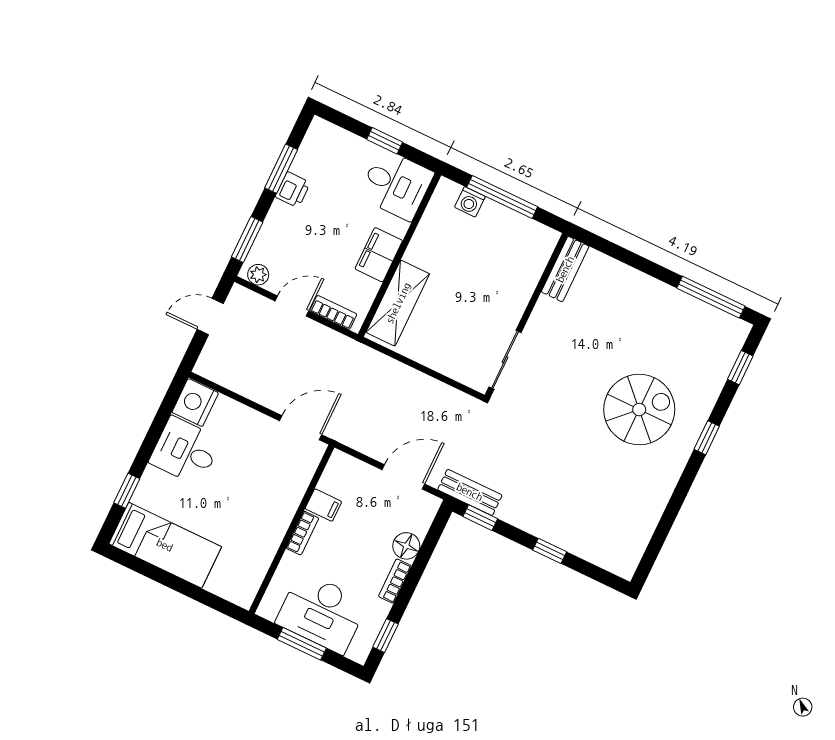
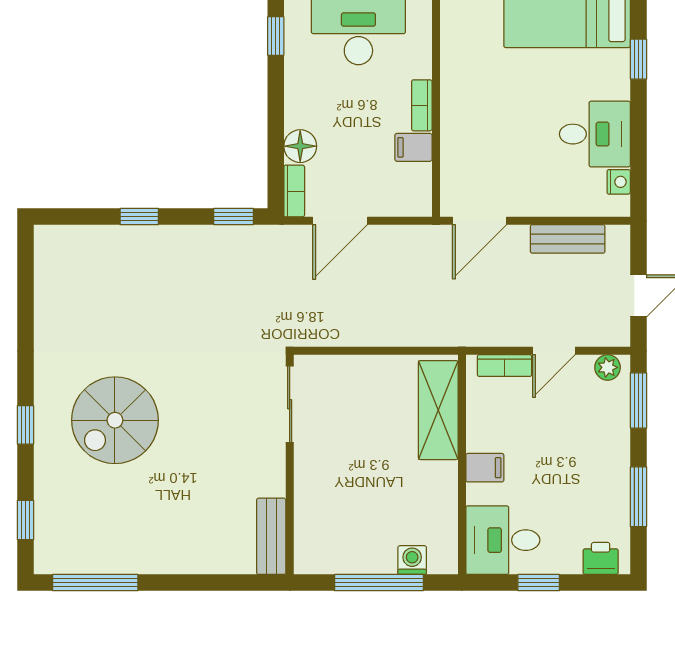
printer: (293, 190) -> (601, 558), moved, turned 90
filing cabinet: (379, 255) -> (485, 468), width x0.50
nightstand: (195, 403) -> (619, 182), width x0.53, depth x0.56
bench: (470, 492) -> (568, 239), moved
bookcase: (395, 581) -> (294, 191), moved

